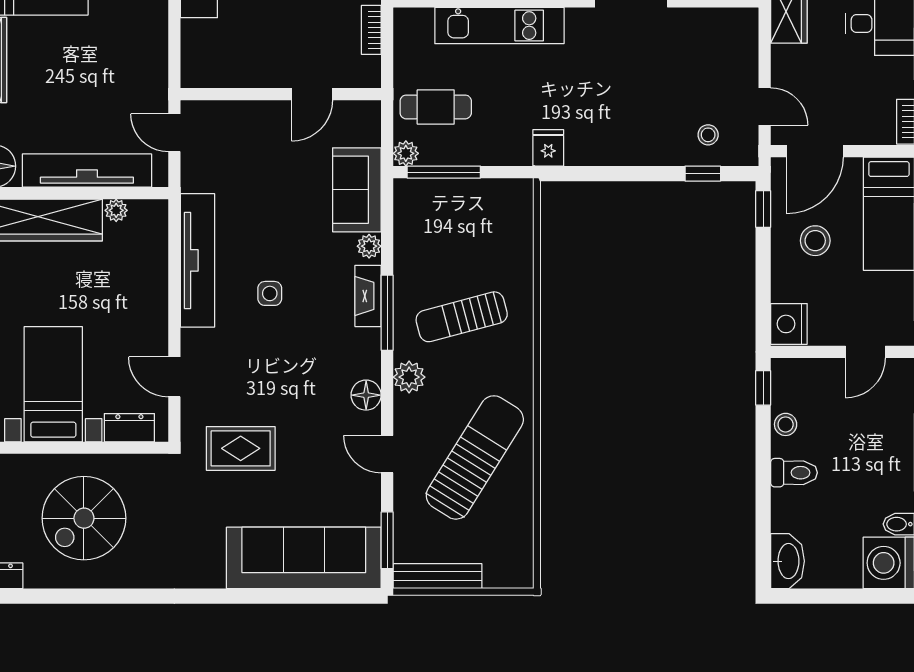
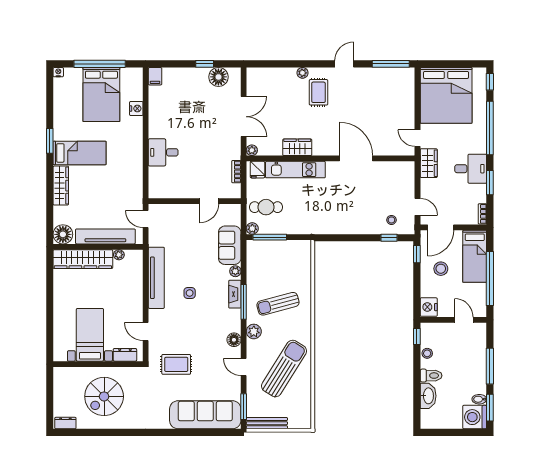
fridge: (548, 148) -> (257, 170), moved, turned 180
door: (865, 352) -> (464, 320), swing flipped
washbasin: (787, 561) -> (428, 396), moved

